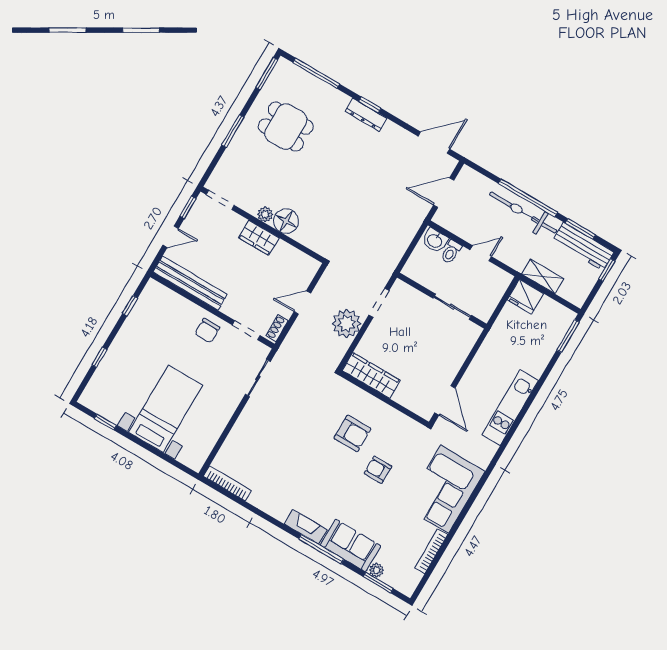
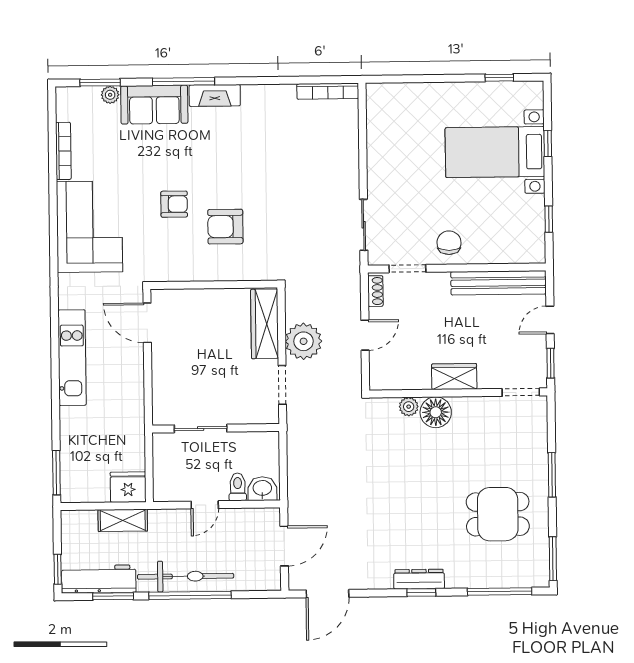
plant: (265, 214) -> (409, 407), moved
wardrobe: (371, 375) -> (265, 324), moved, turned 90
bed with nightstands: (166, 409) -> (495, 152), moved, turned 90

